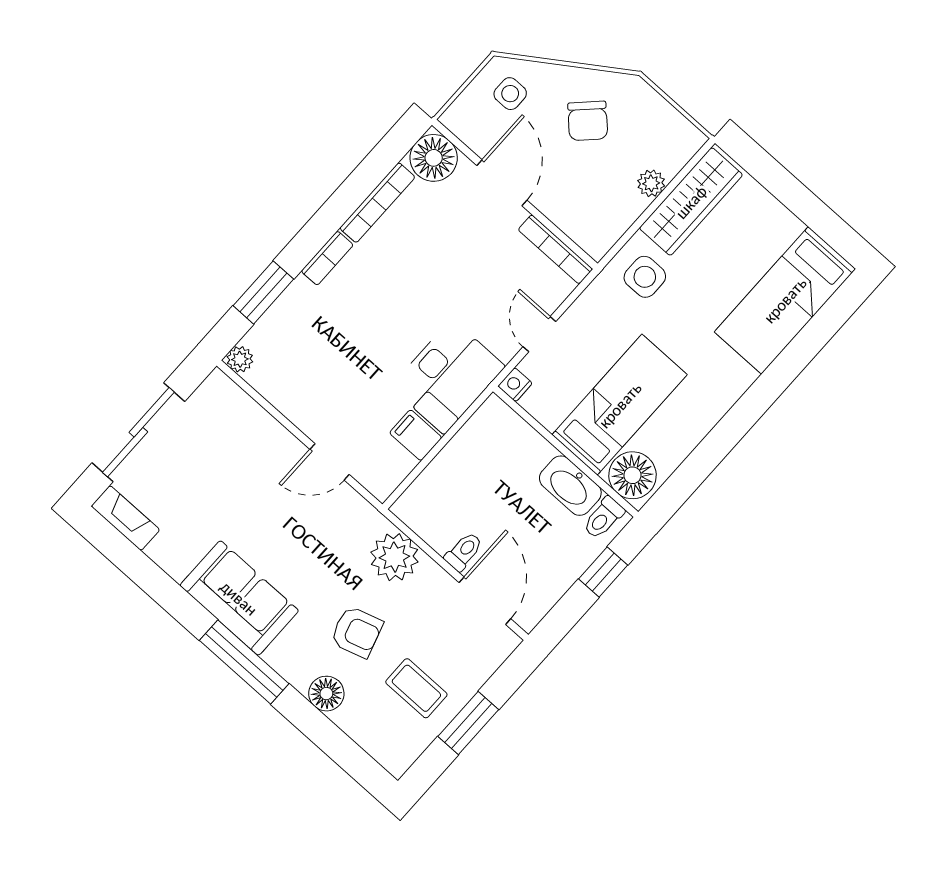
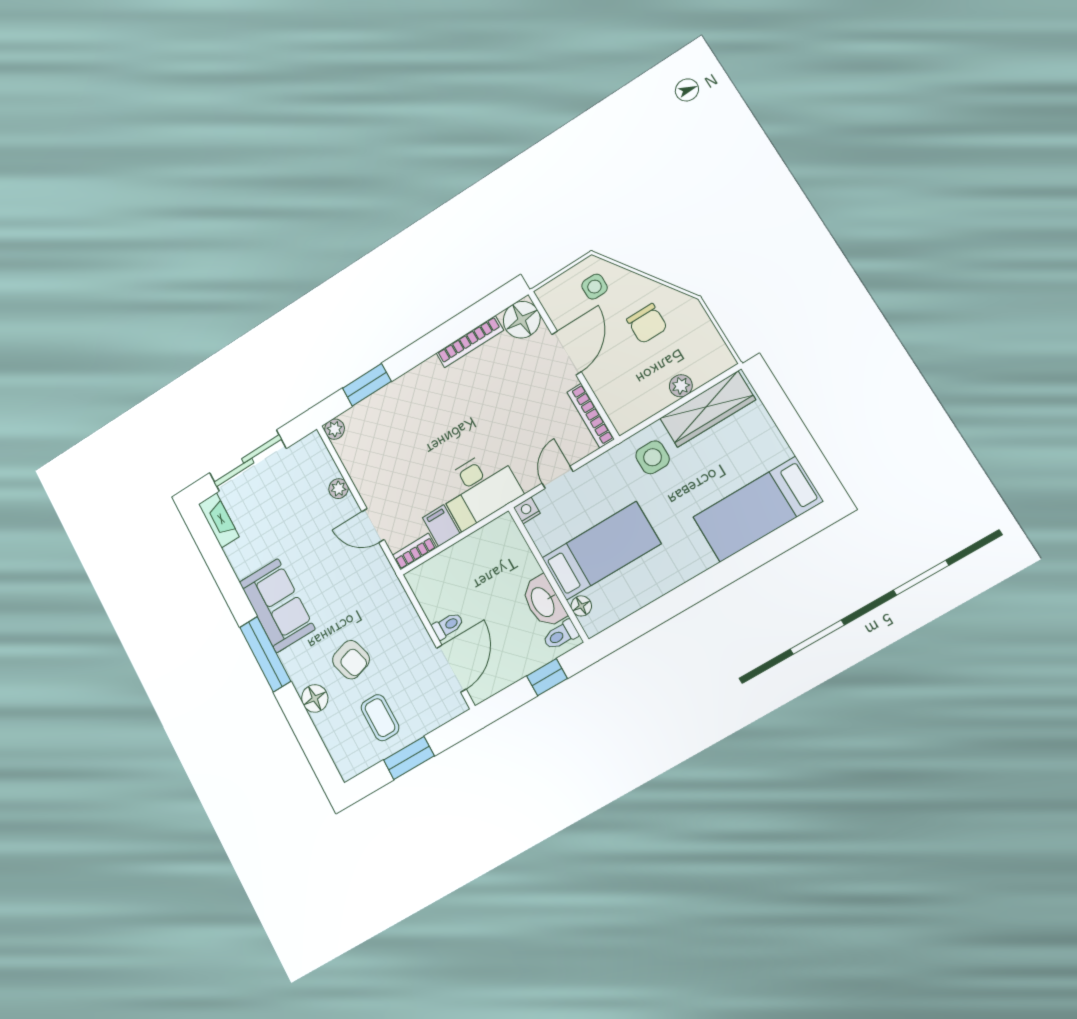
chair: (588, 121) -> (647, 324), turned -45
bookcase: (327, 258) -> (414, 551), moved, turned 180
floor lamp: (632, 475) -> (581, 606), width x0.53, depth x0.53
plant: (394, 557) -> (338, 489), moved, width x0.53, depth x0.53

